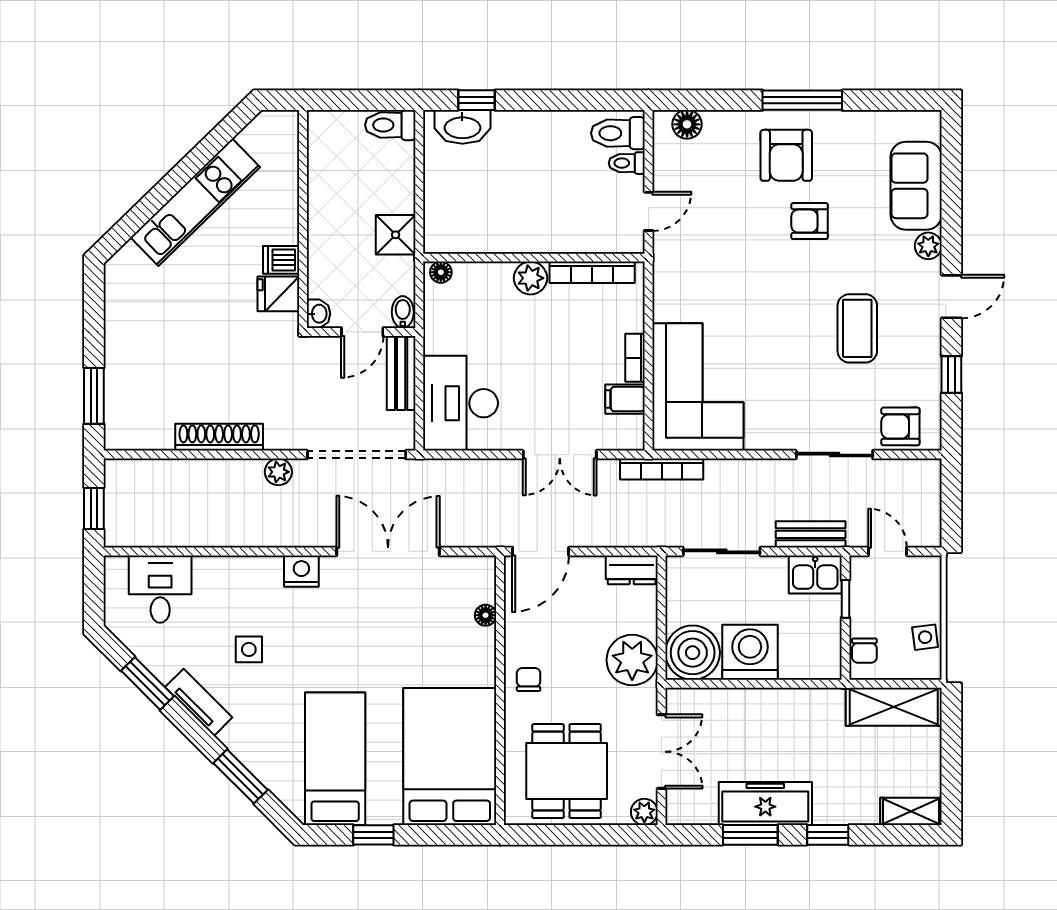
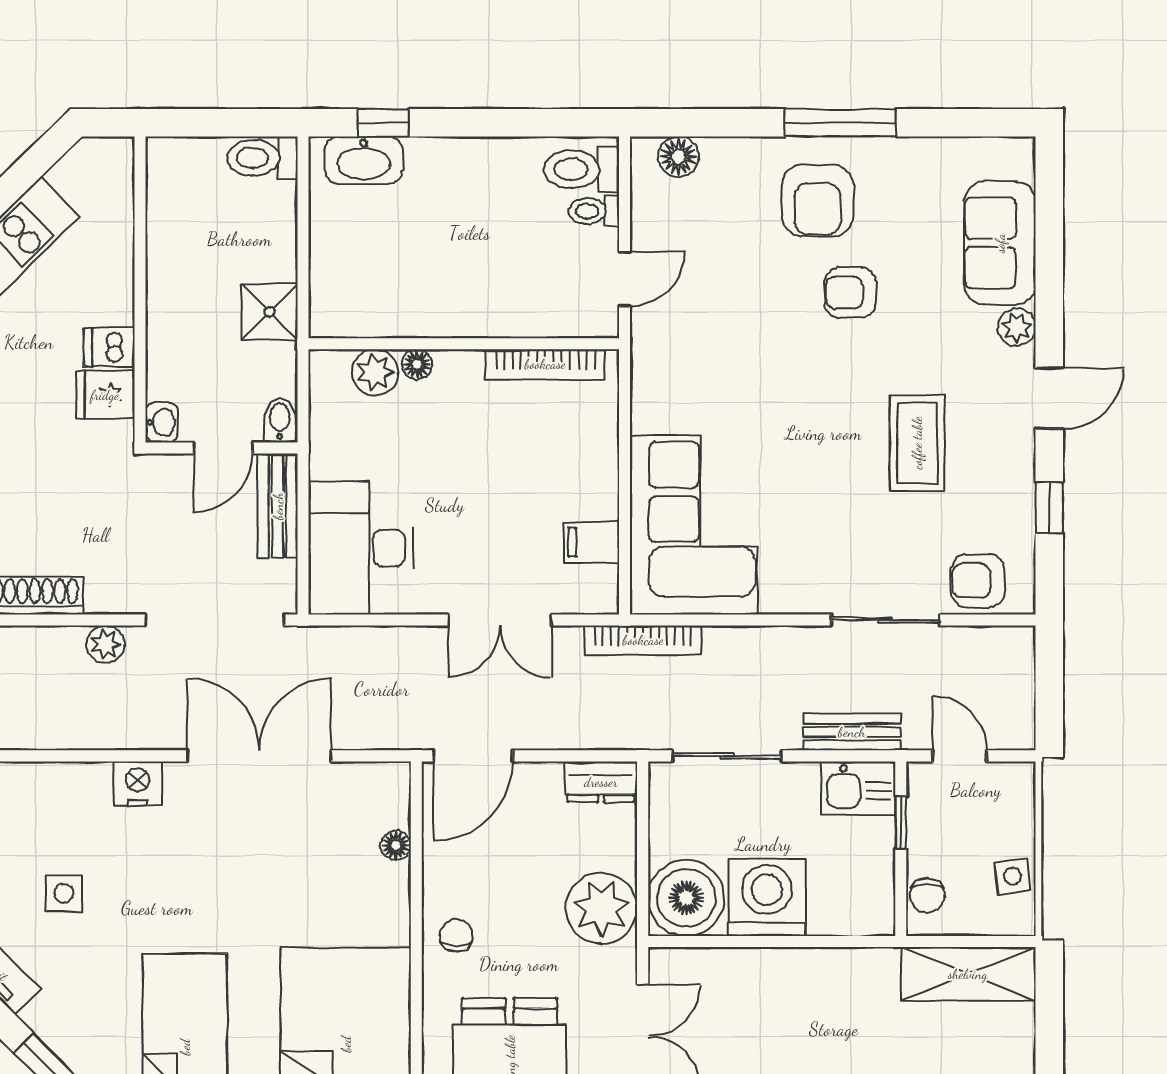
floor lamp: (441, 272) -> (417, 364), moved
plant: (530, 278) -> (375, 372), moved
bookcase: (635, 358) -> (606, 484), removed

